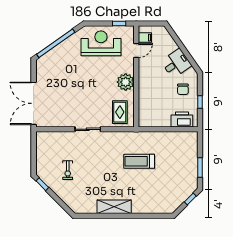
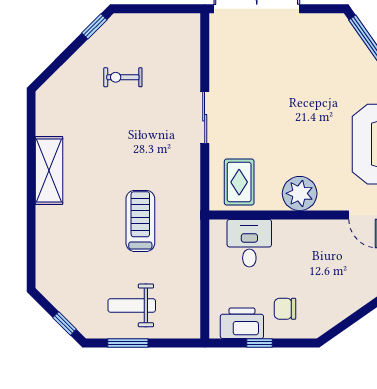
desk: (176, 63) -> (249, 243), moved, turned -145
rug: (120, 112) -> (239, 182), turned 90
printer: (182, 119) -> (242, 323), moved, turned -90
weight bench: (181, 166) -> (132, 305), added

